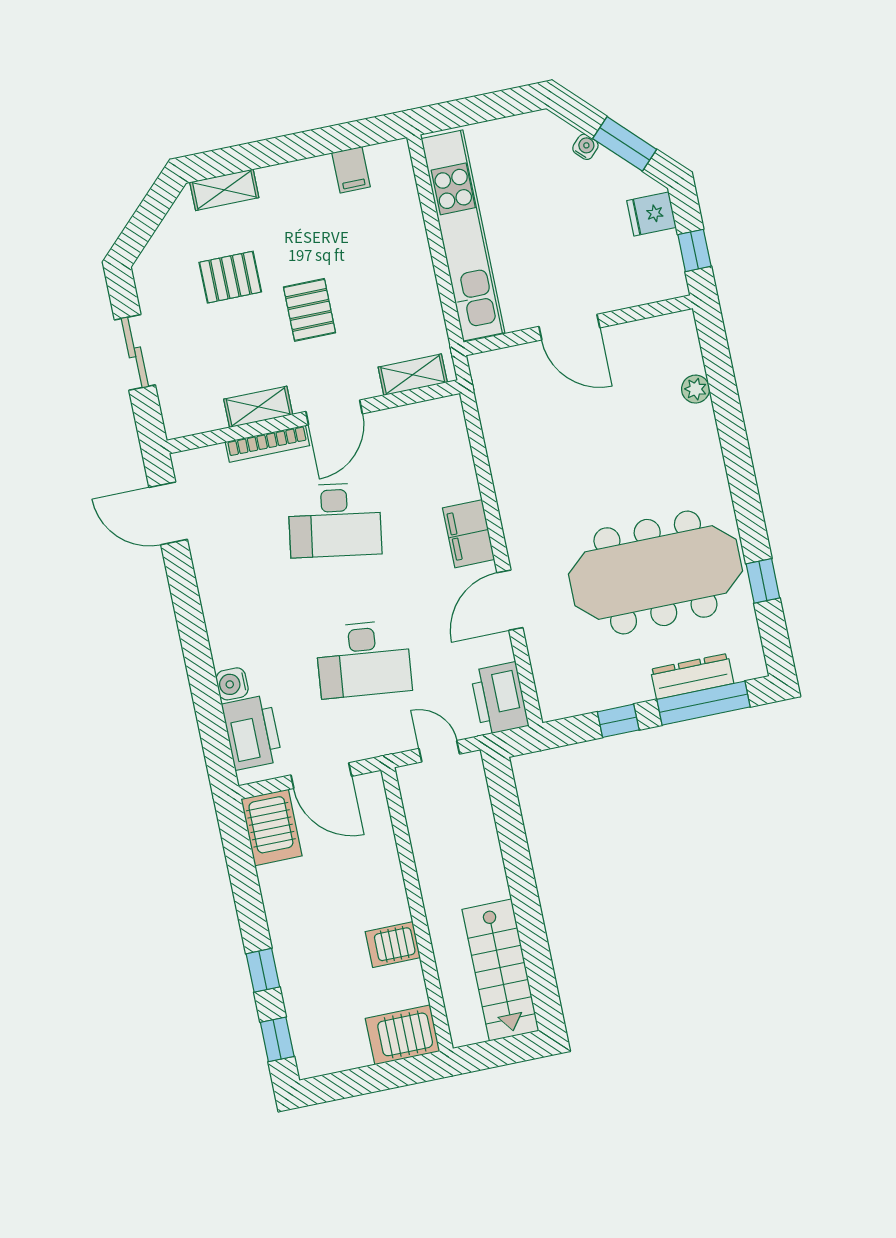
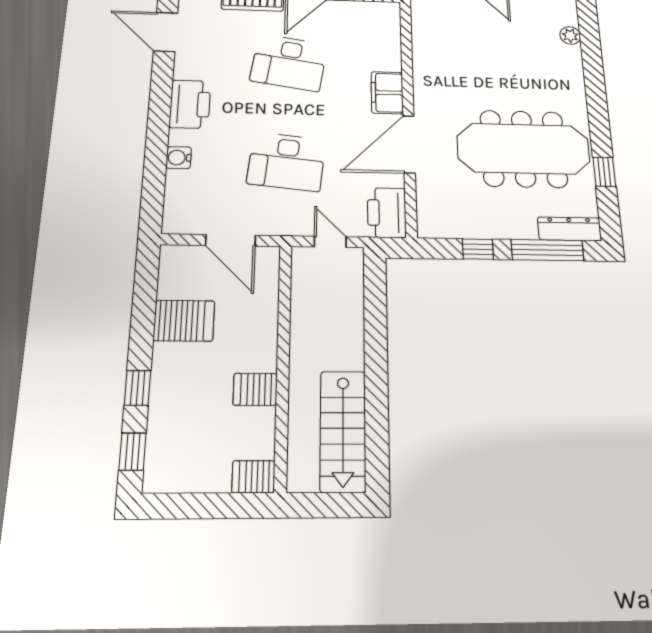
door: (510, 600) -> (409, 144), width x1.36
dresser: (692, 676) -> (569, 229), moved
printer: (252, 732) -> (190, 104), moved
server rack: (271, 827) -> (184, 321), moved, turned -90
server rack: (403, 1035) -> (253, 477), width x0.73, depth x0.70

